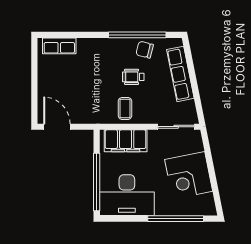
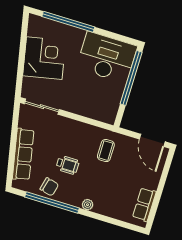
plant: (101, 44) -> (88, 205), added
row of seats: (59, 46) -> (144, 205), moved, turned -90
coffee table: (125, 108) -> (106, 151), moved
filing cabinet: (126, 141) -> (93, 108), removed

